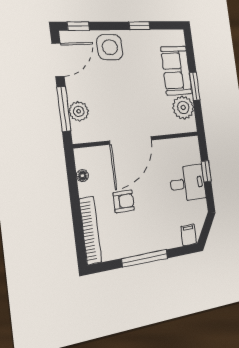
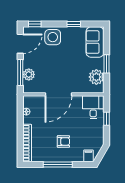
sofa: (176, 70) -> (95, 42), moved
desk: (188, 183) -> (93, 107), moved, turned -90
armchair: (124, 201) -> (63, 141), moved

